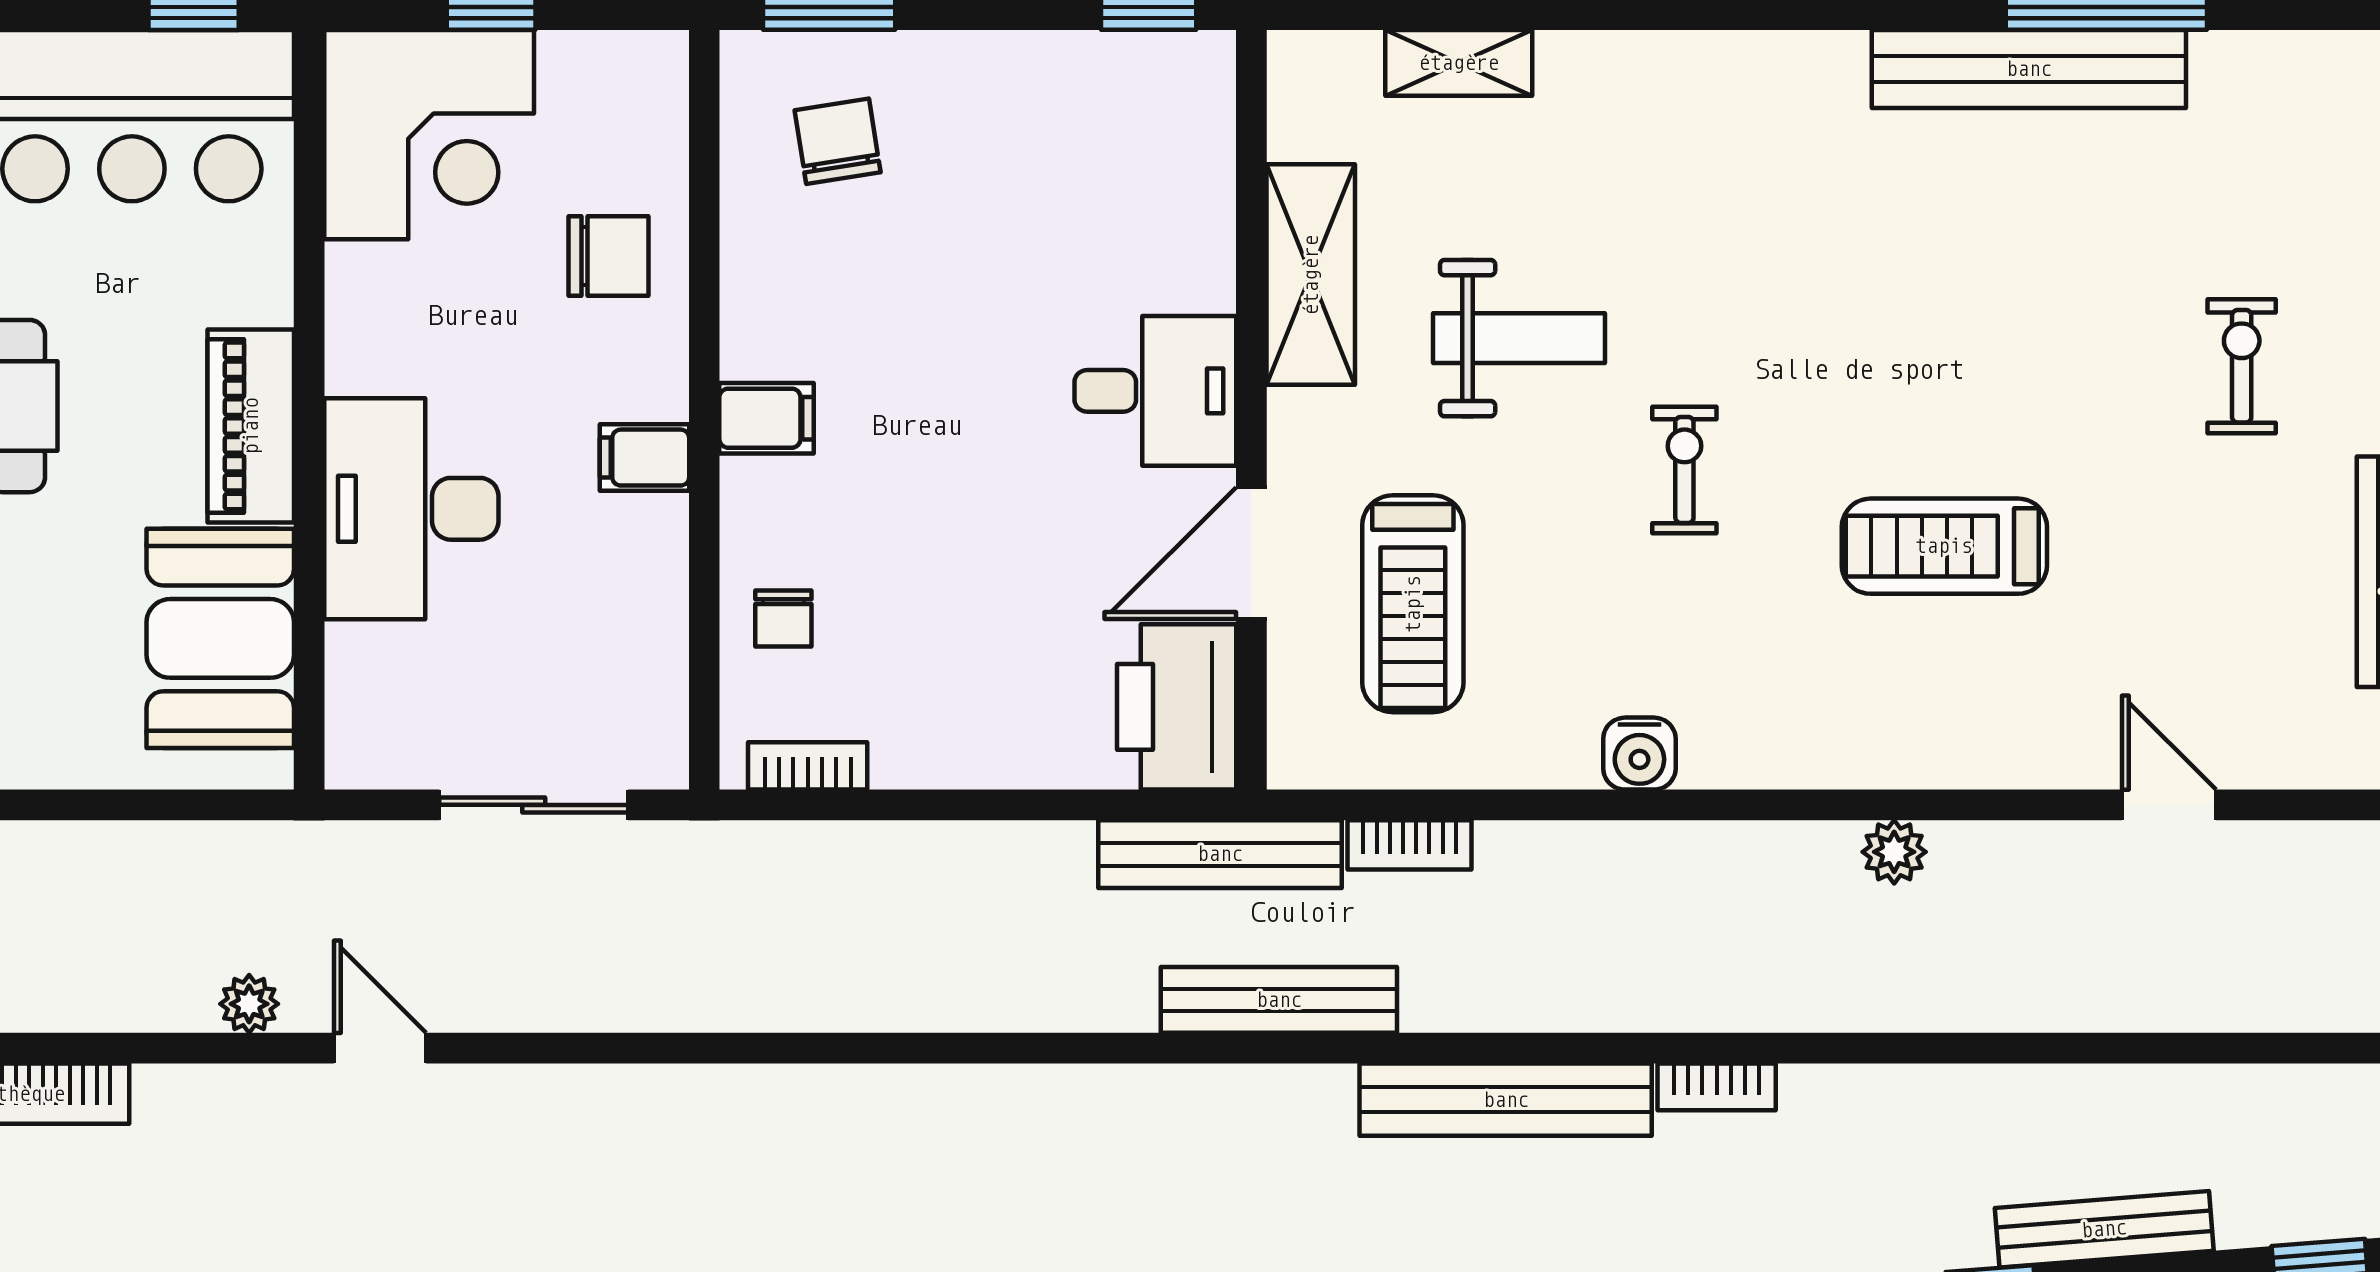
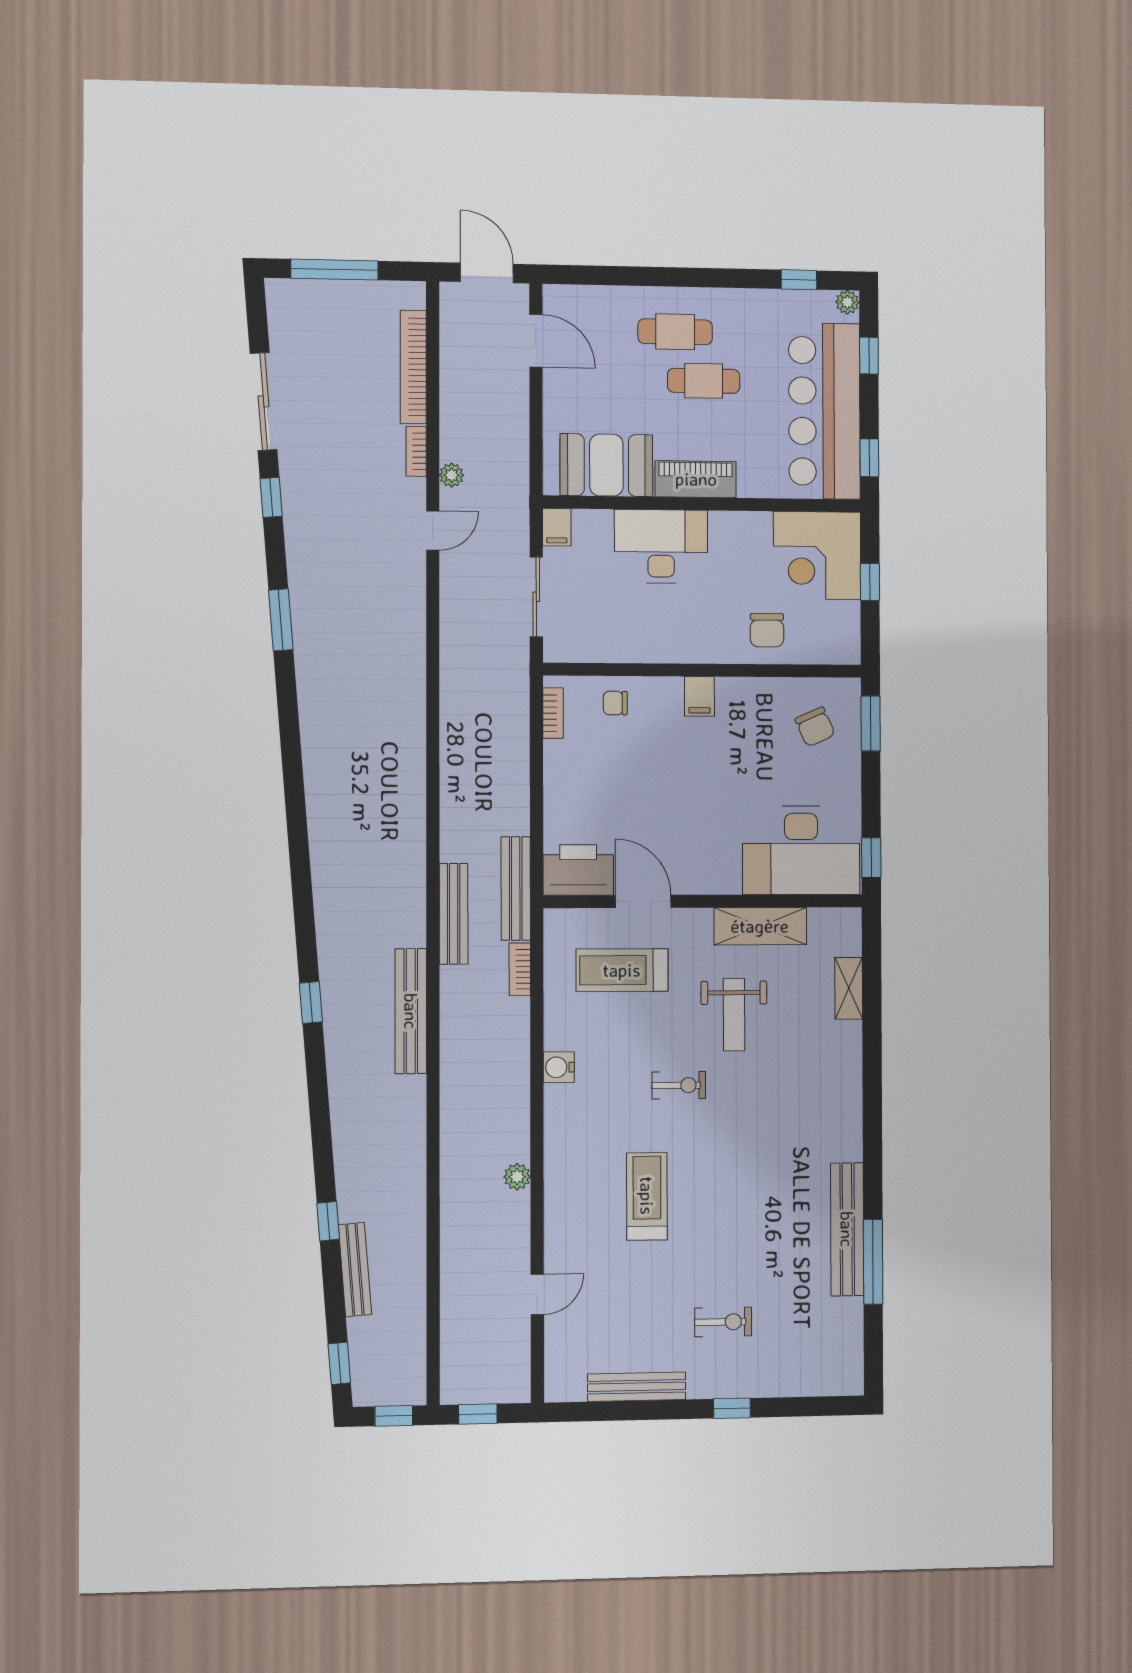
chair: (838, 141) -> (815, 727), turned 75
desk: (1155, 391) -> (801, 850), moved, width x1.87, depth x1.30
filing cabinet: (644, 458) -> (557, 527), moved, turned 180
bookcase: (1717, 1087) -> (416, 451), moved

